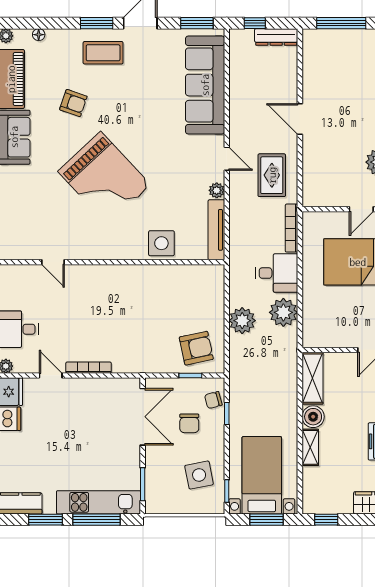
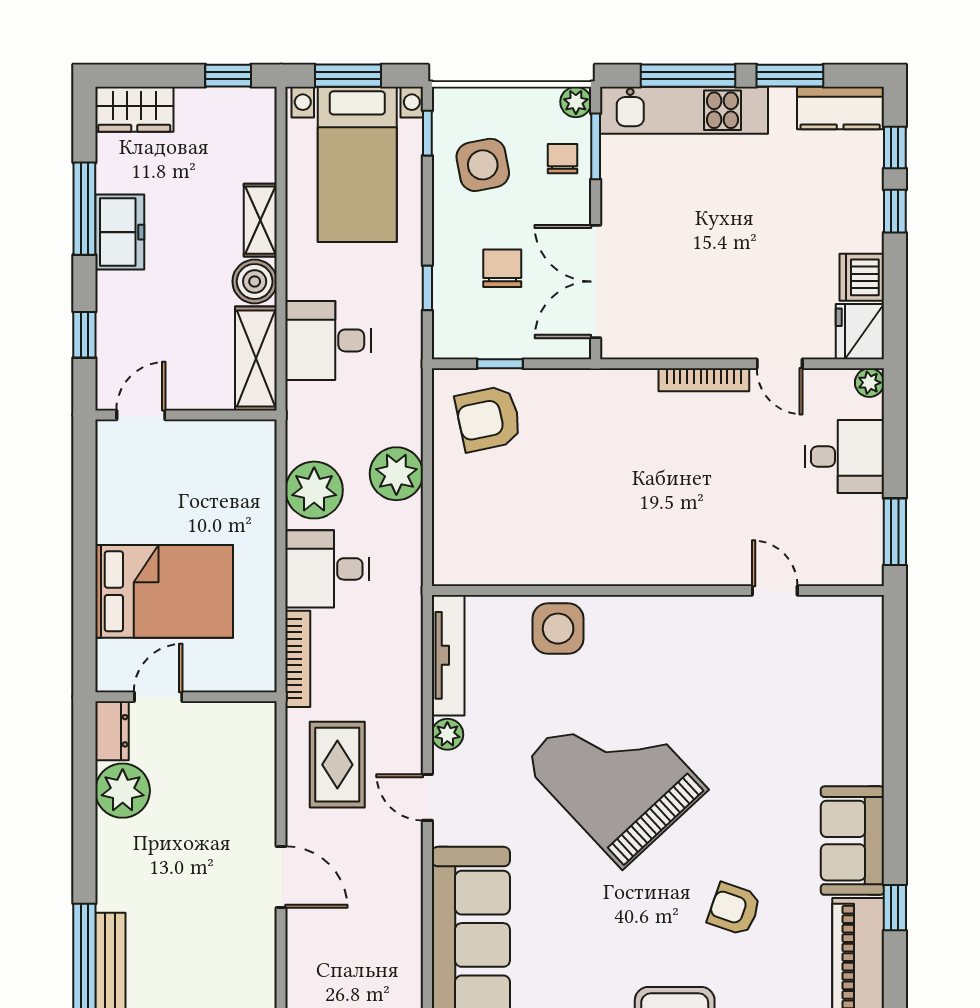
grand piano: (104, 178) -> (615, 776), moved
desk: (276, 387) -> (328, 340), added
chair: (213, 400) -> (563, 159), moved, turned -75
plant: (153, 506) -> (576, 102), added

